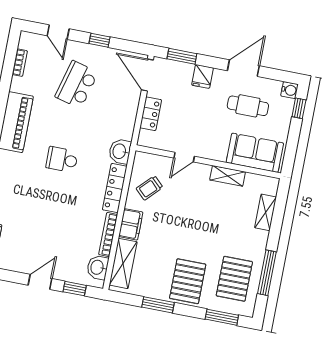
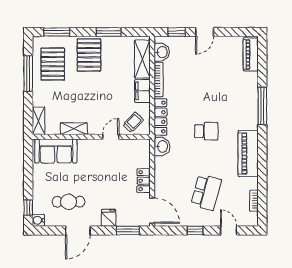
sofa: (255, 153) -> (56, 151), moved
door: (184, 157) -> (111, 137), moved
wall: (208, 162) -> (91, 137), moved
shelving: (228, 176) -> (74, 129), moved

